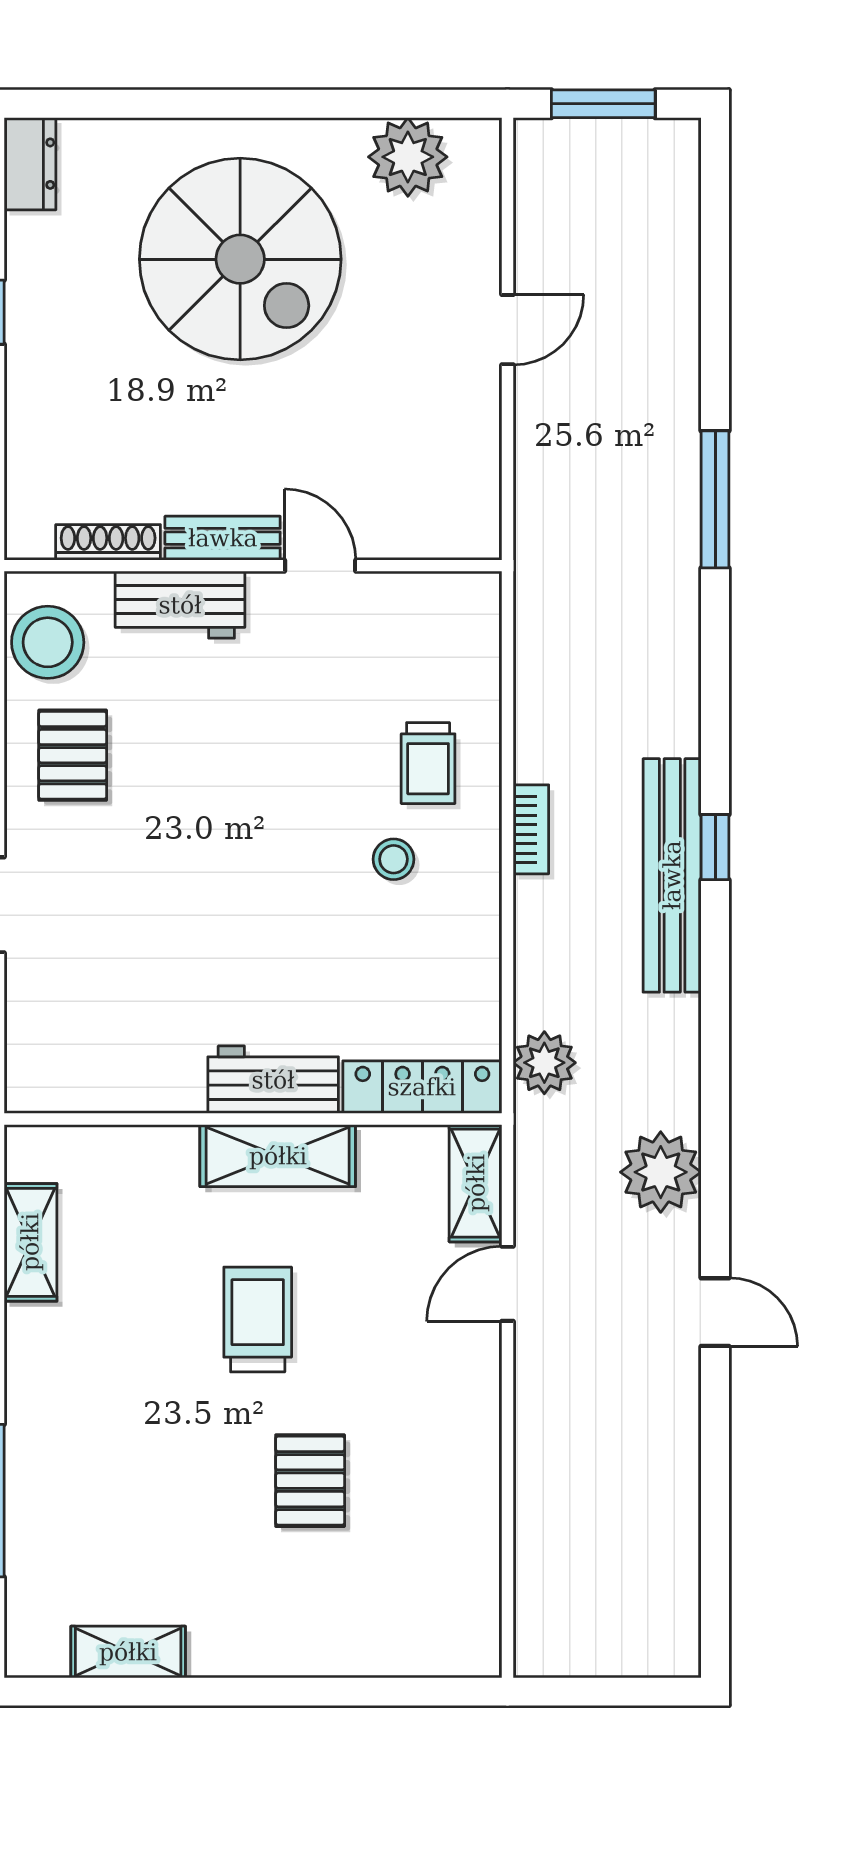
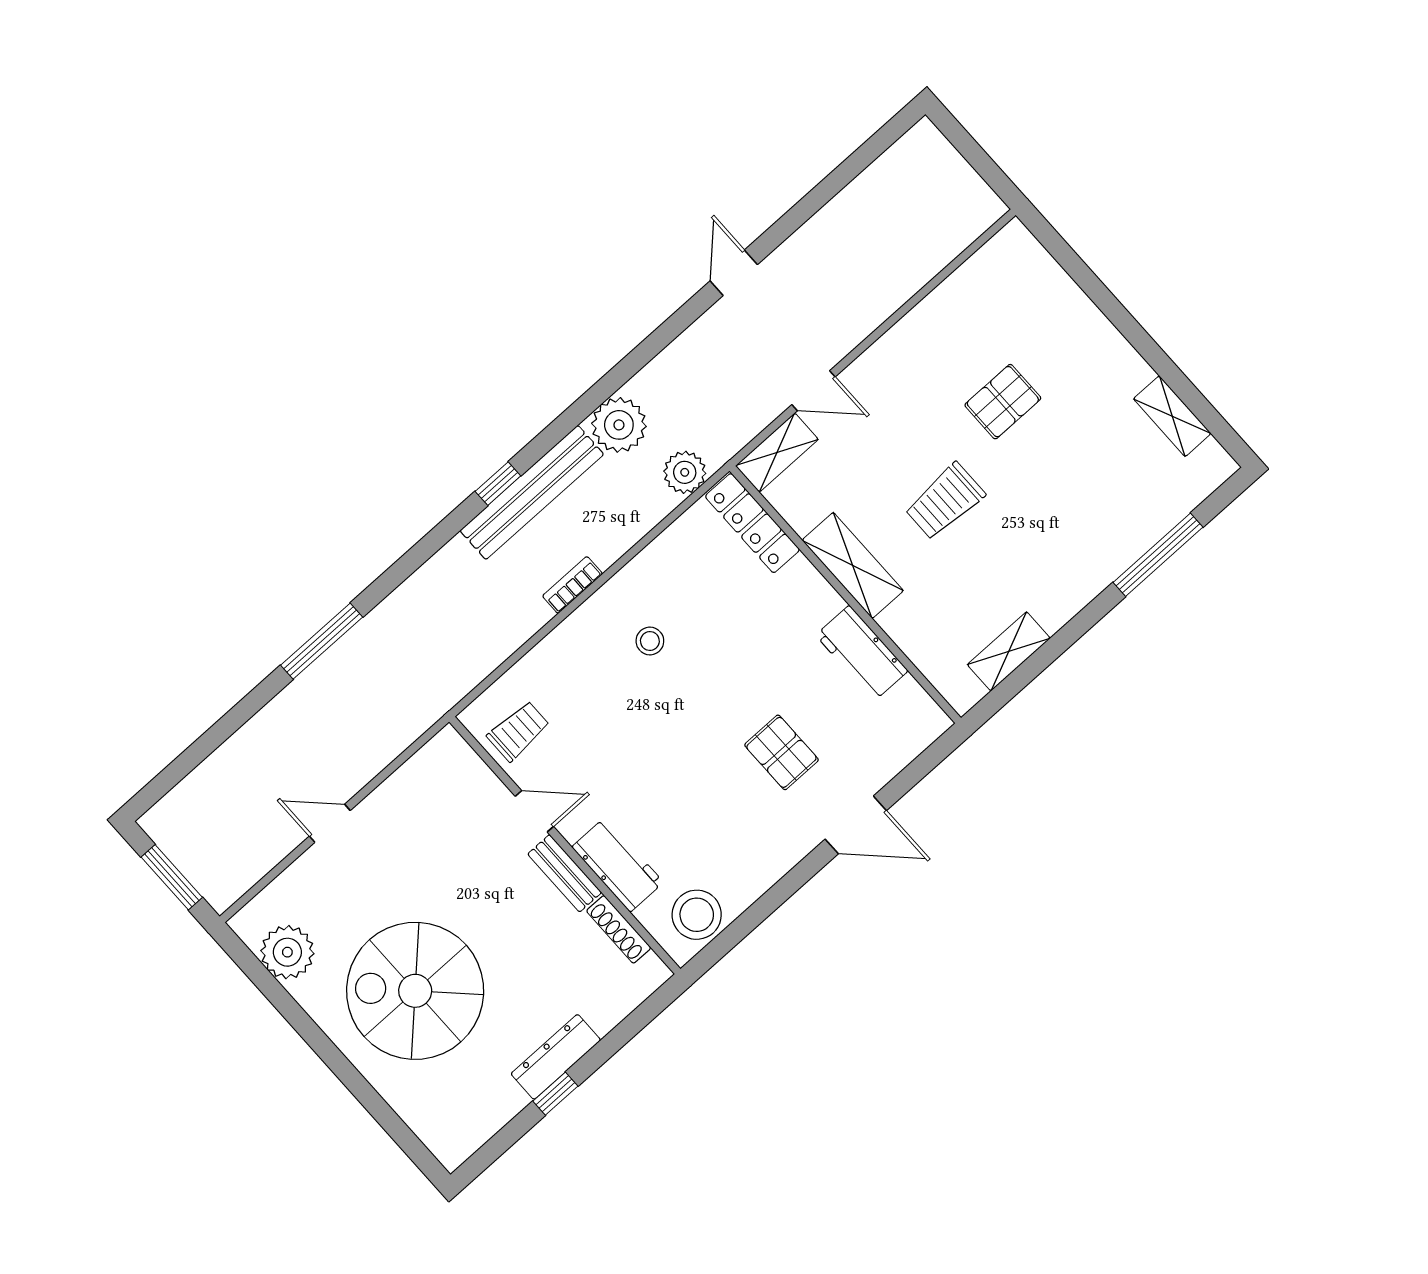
dresser: (30, 164) -> (556, 1057), moved, width x1.44
spiral stairs: (240, 259) -> (415, 991), turned -90
door: (320, 566) -> (534, 811), swing flipped
pallet: (73, 755) -> (781, 752), moved, turned 90
trolley: (428, 763) -> (518, 731), moved
workbench: (273, 1080) -> (862, 653), moved
plant: (661, 1172) -> (619, 425), moved

